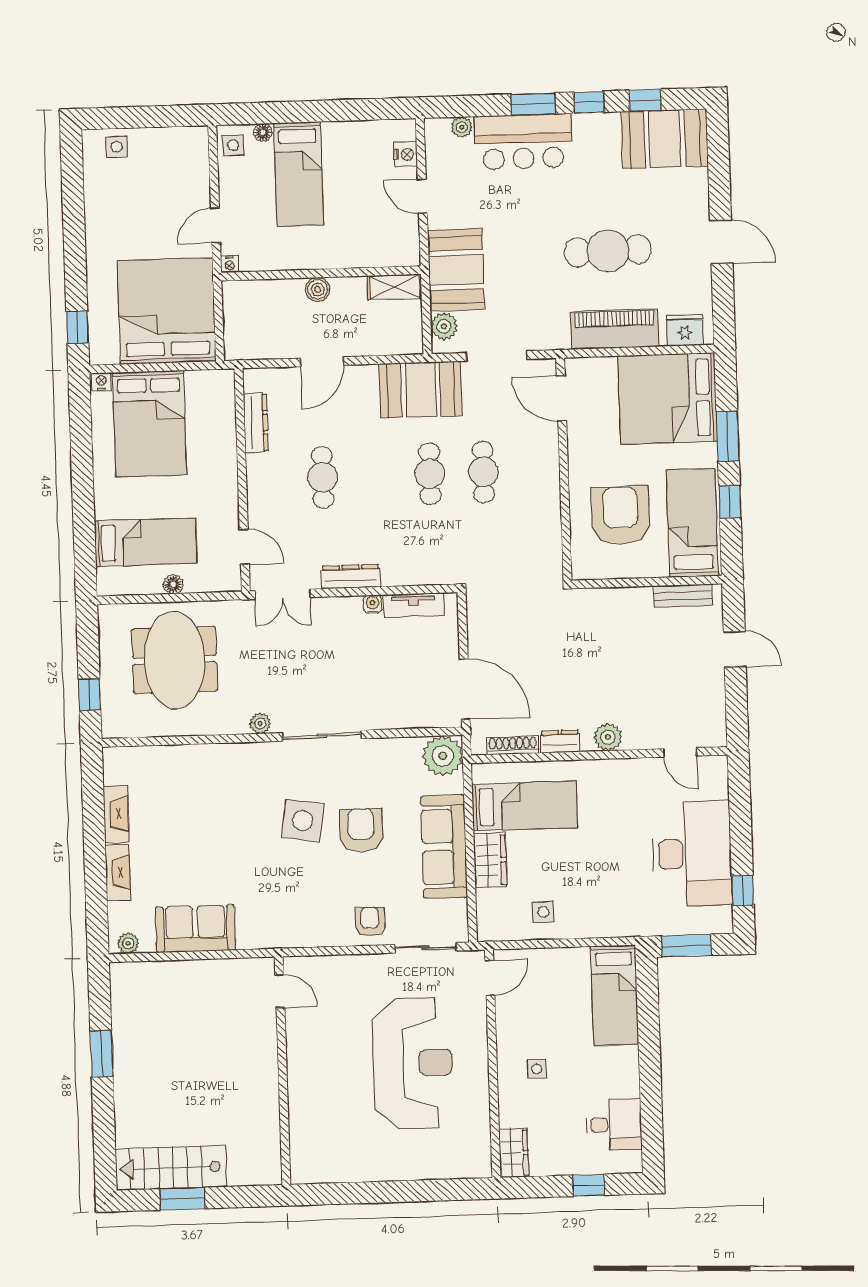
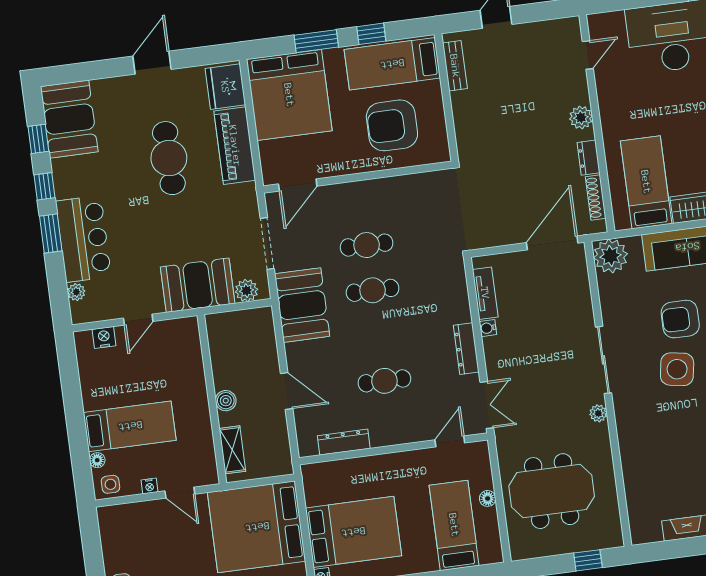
nightstand: (230, 264) -> (150, 486), moved, turned 90
shelving: (394, 287) -> (232, 450), moved
fridge: (685, 330) -> (225, 87), width x1.36, depth x1.34

